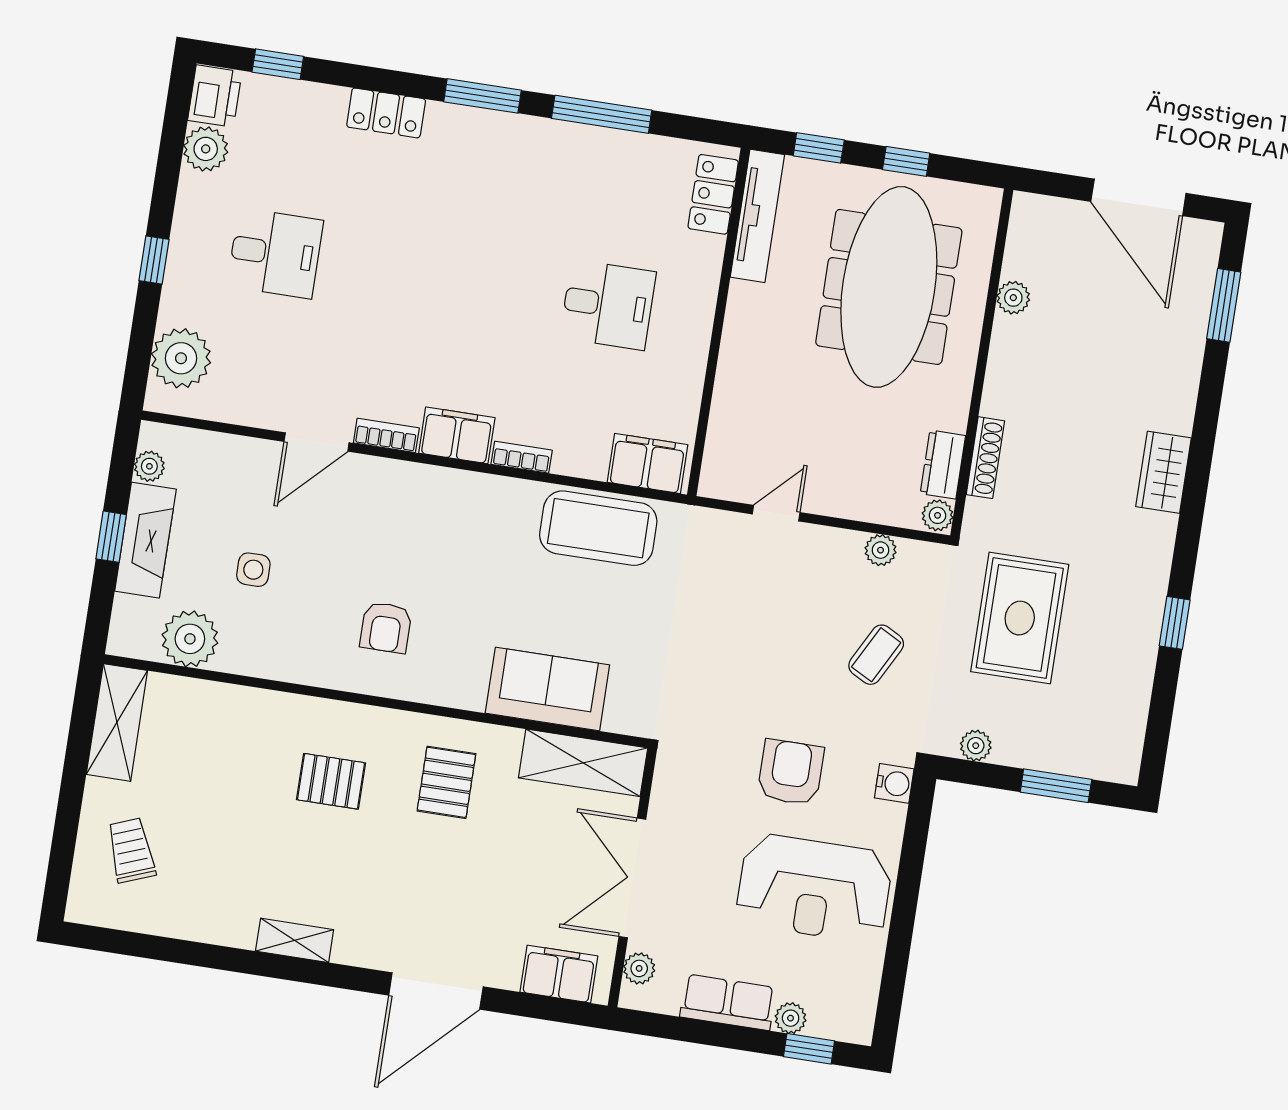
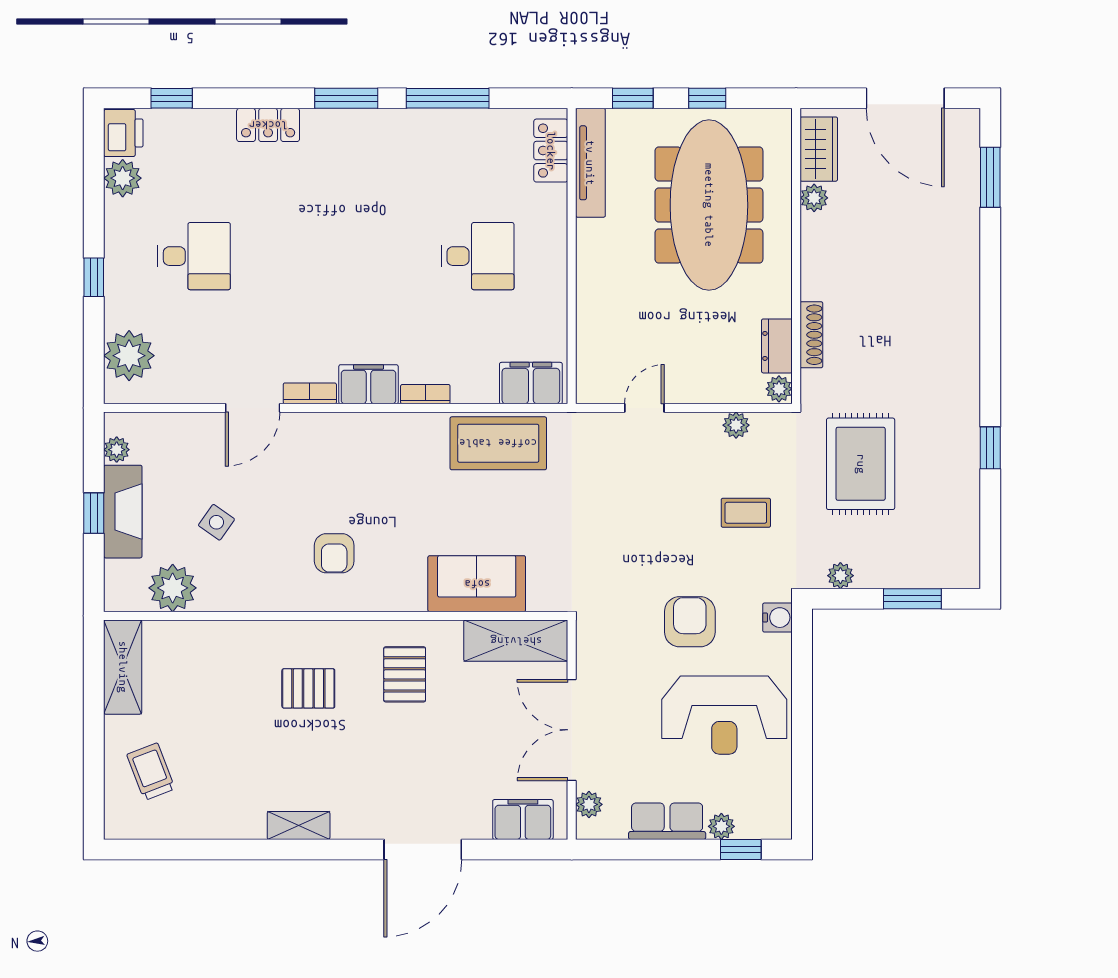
wardrobe: (1164, 472) -> (819, 149), moved, turned 180
side table: (253, 570) -> (216, 522), turned 35
coffee table: (876, 655) -> (746, 513), turned 62

